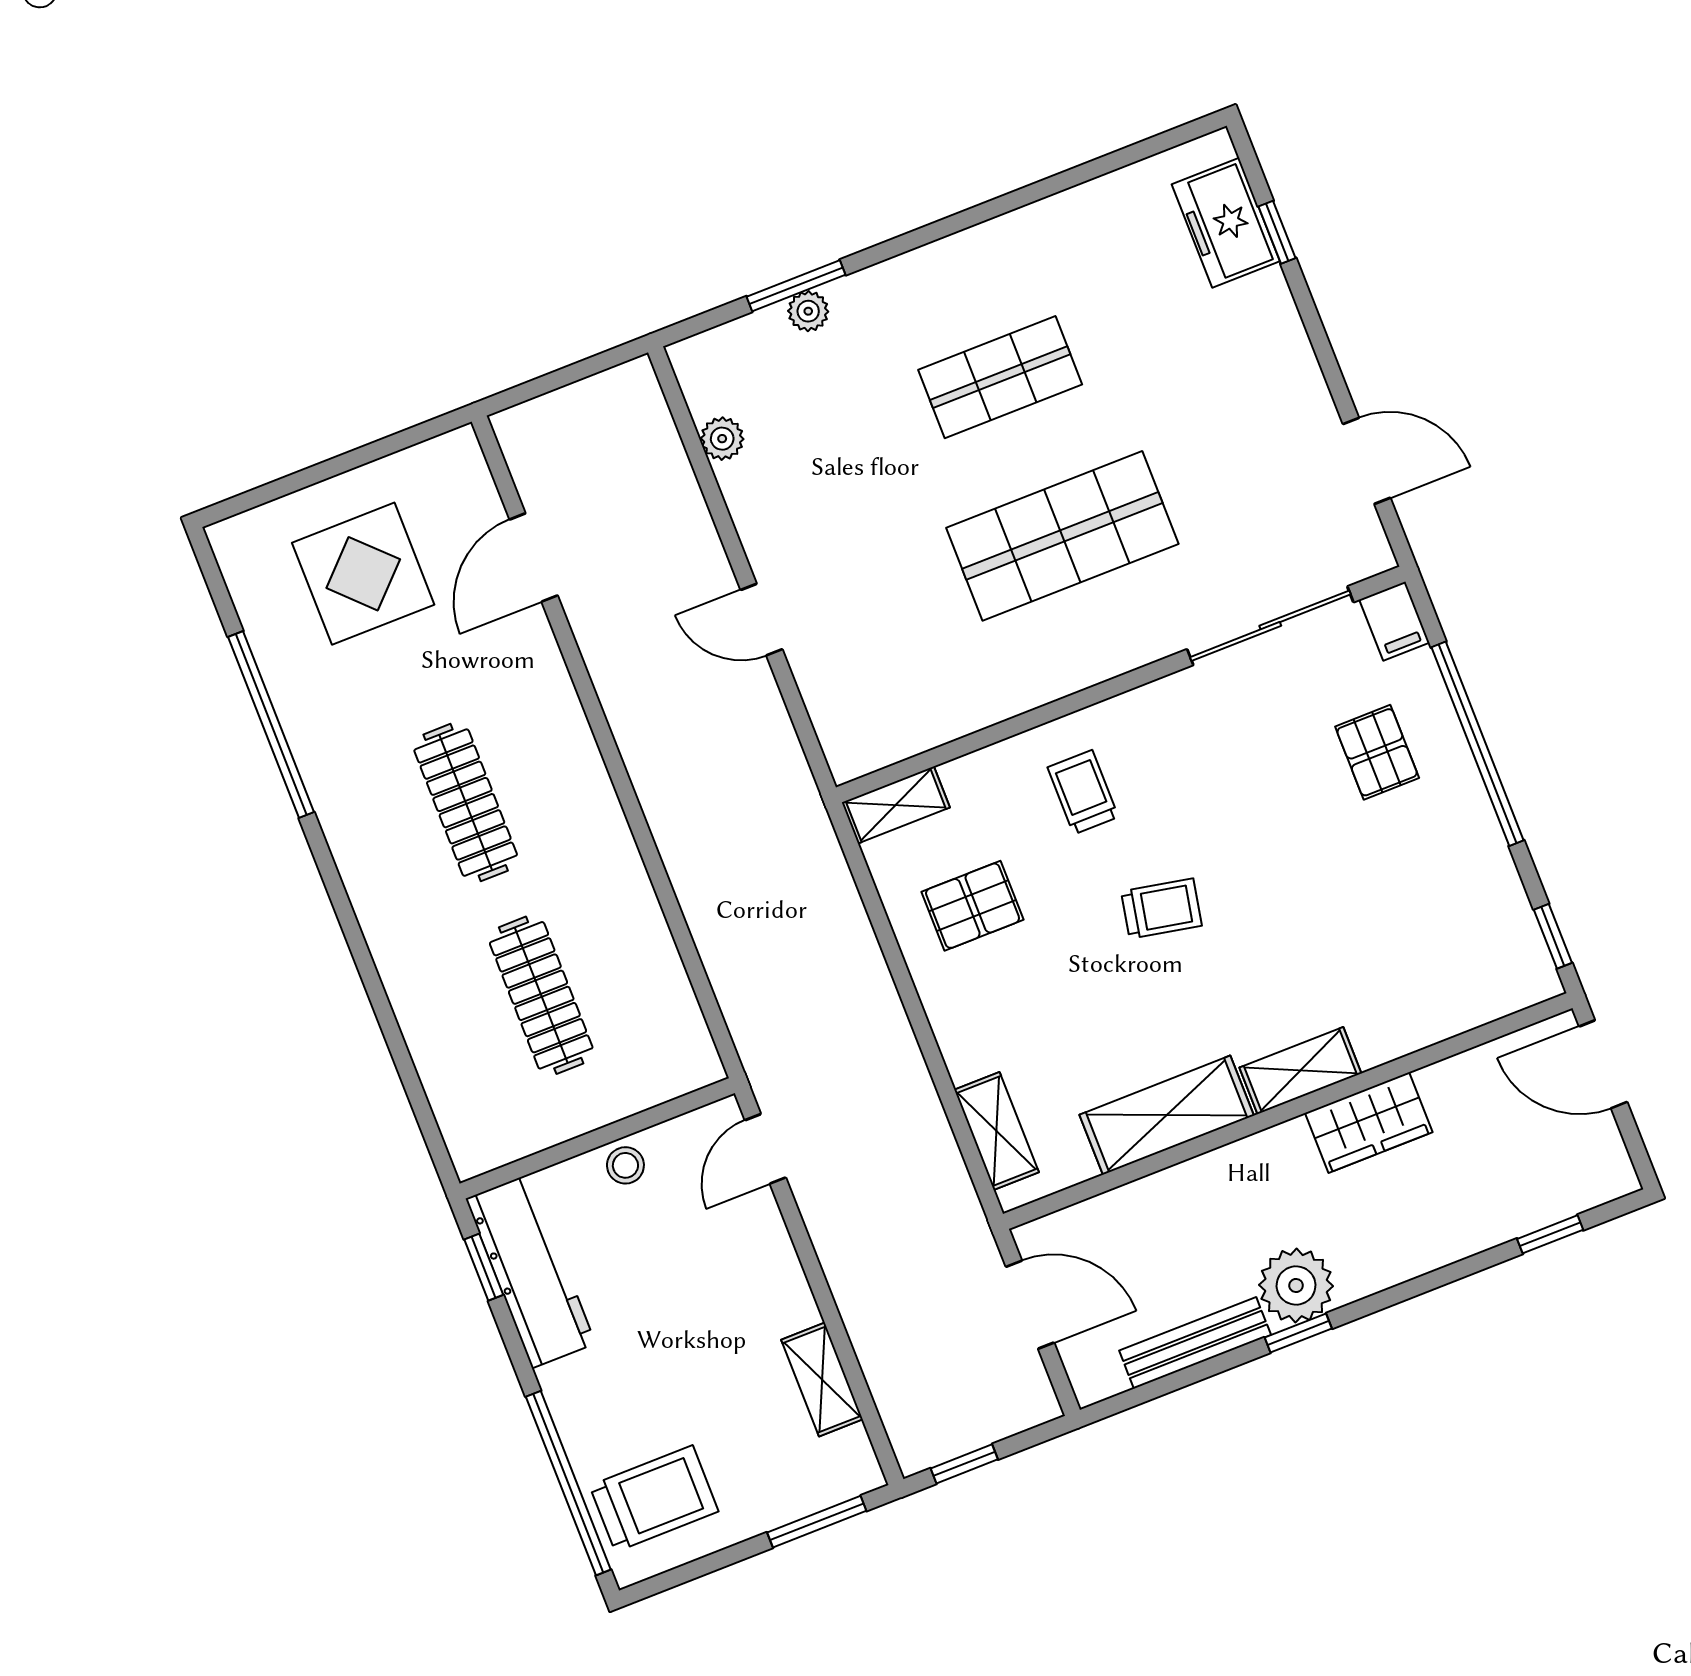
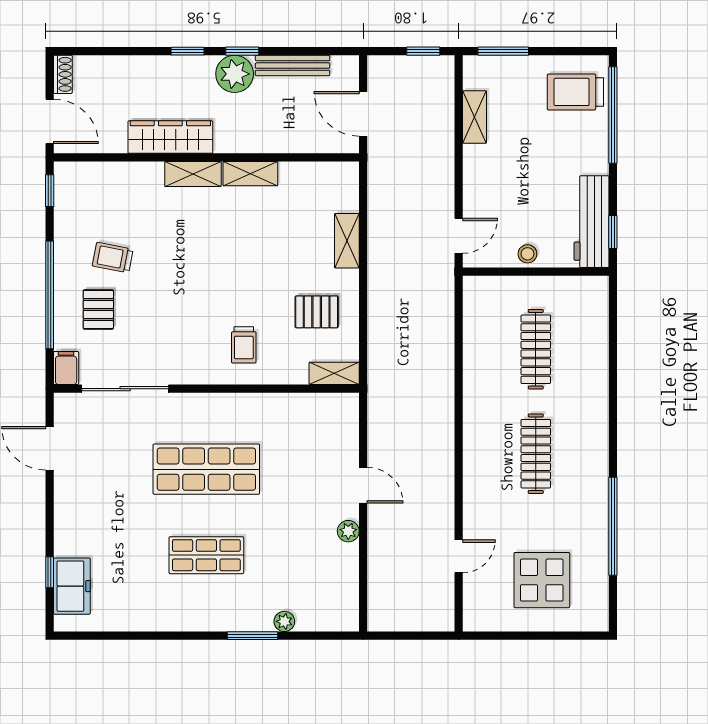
window: (796, 286) -> (252, 636), moved
plant: (722, 439) -> (348, 531), moved
door: (534, 558) -> (459, 556), width x0.73
trolley: (1161, 909) -> (113, 258), moved
shelving: (1167, 1115) -> (250, 174), width x0.67, depth x0.75
wardrobe: (1369, 1122) -> (170, 137), width x1.50
shelving: (997, 1131) -> (347, 241), moved
shoe rack: (1612, 1161) -> (63, 74), added
window: (1550, 1234) -> (187, 51), moved

